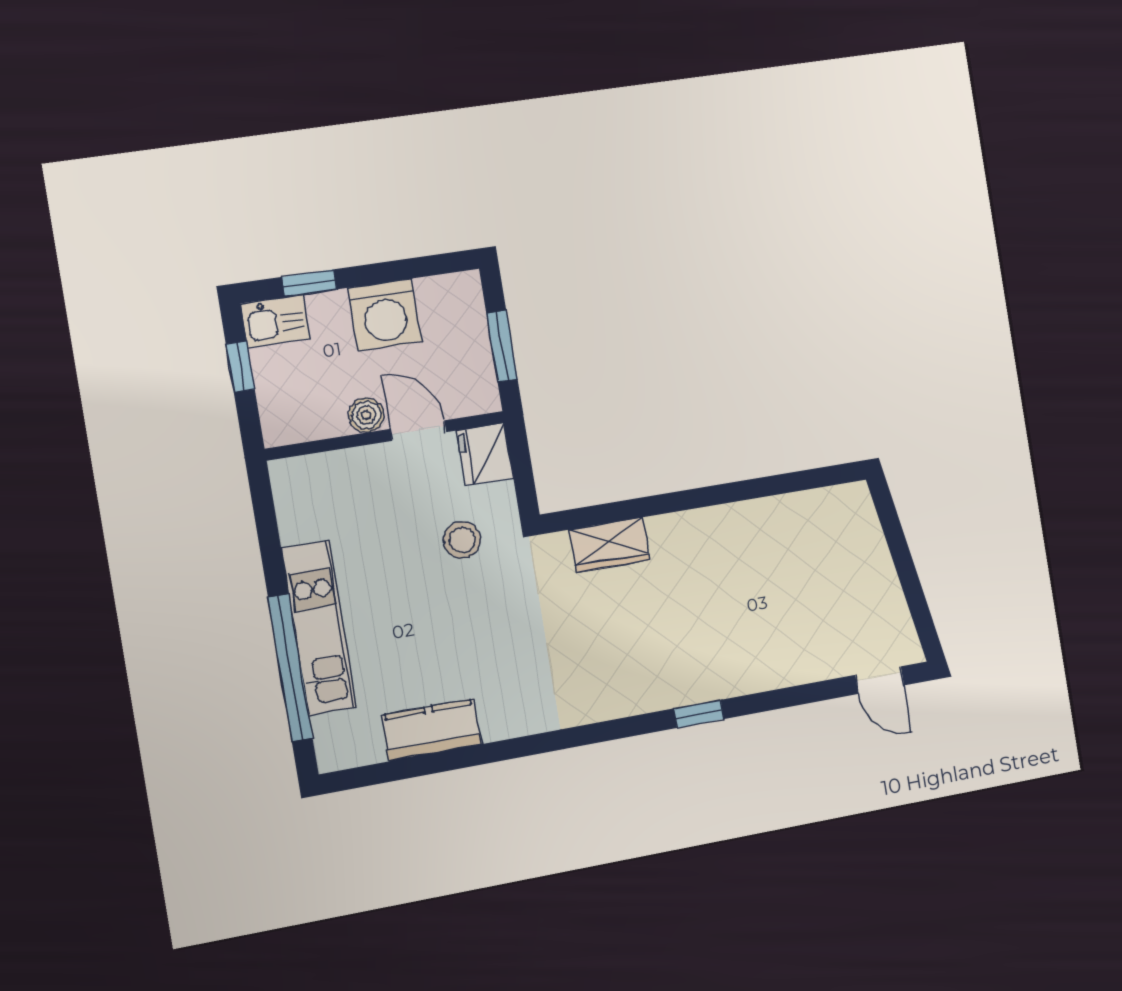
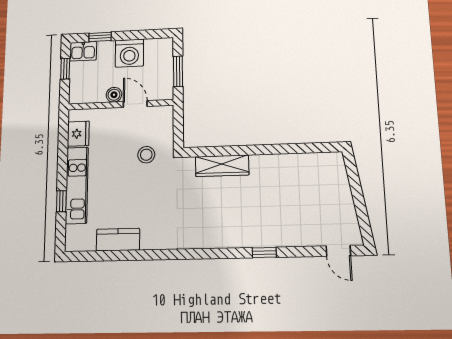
fridge: (485, 454) -> (78, 134), moved, turned 180
wardrobe: (609, 545) -> (222, 166), width x1.50
window: (290, 668) -> (61, 201), width x0.32
window: (699, 714) -> (264, 252), moved

